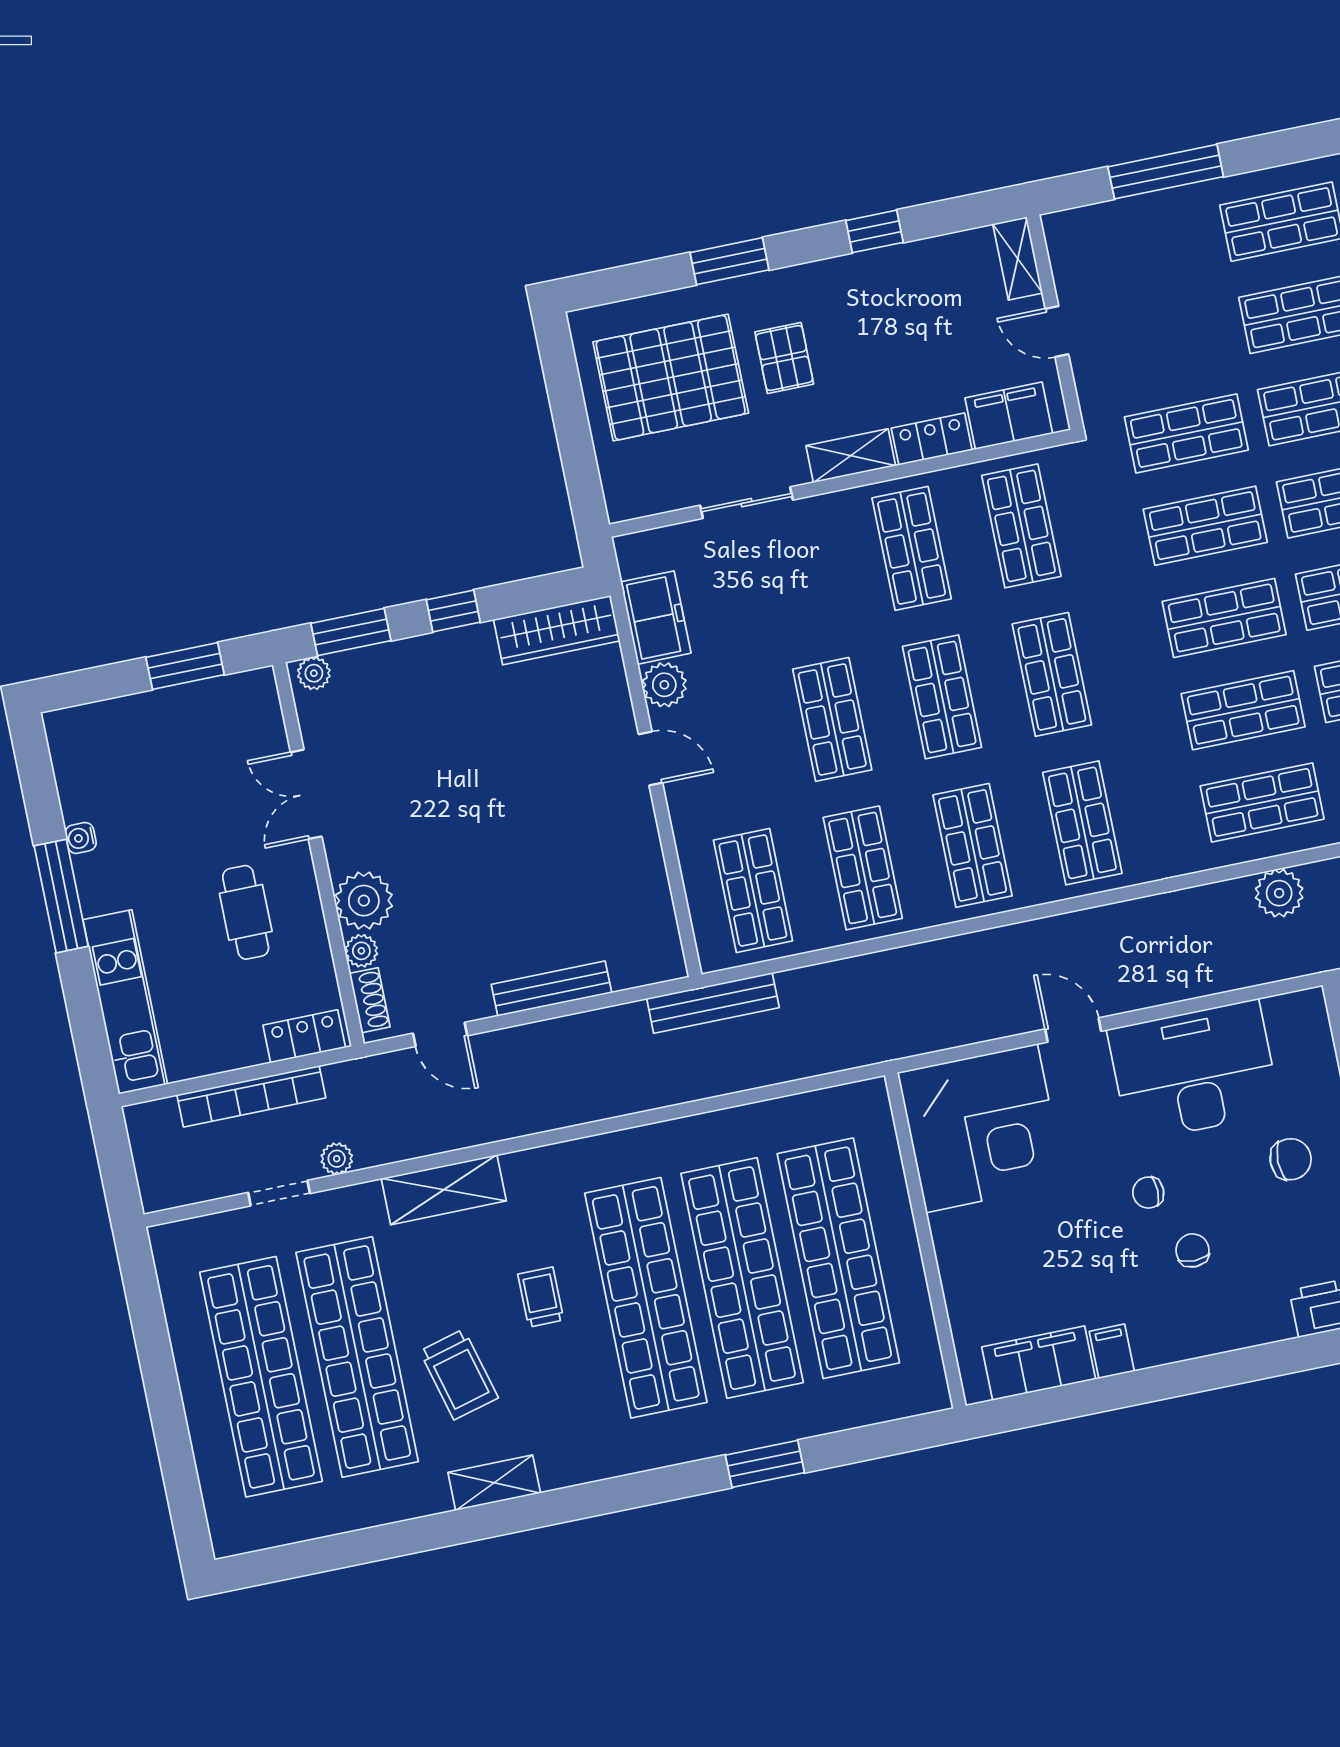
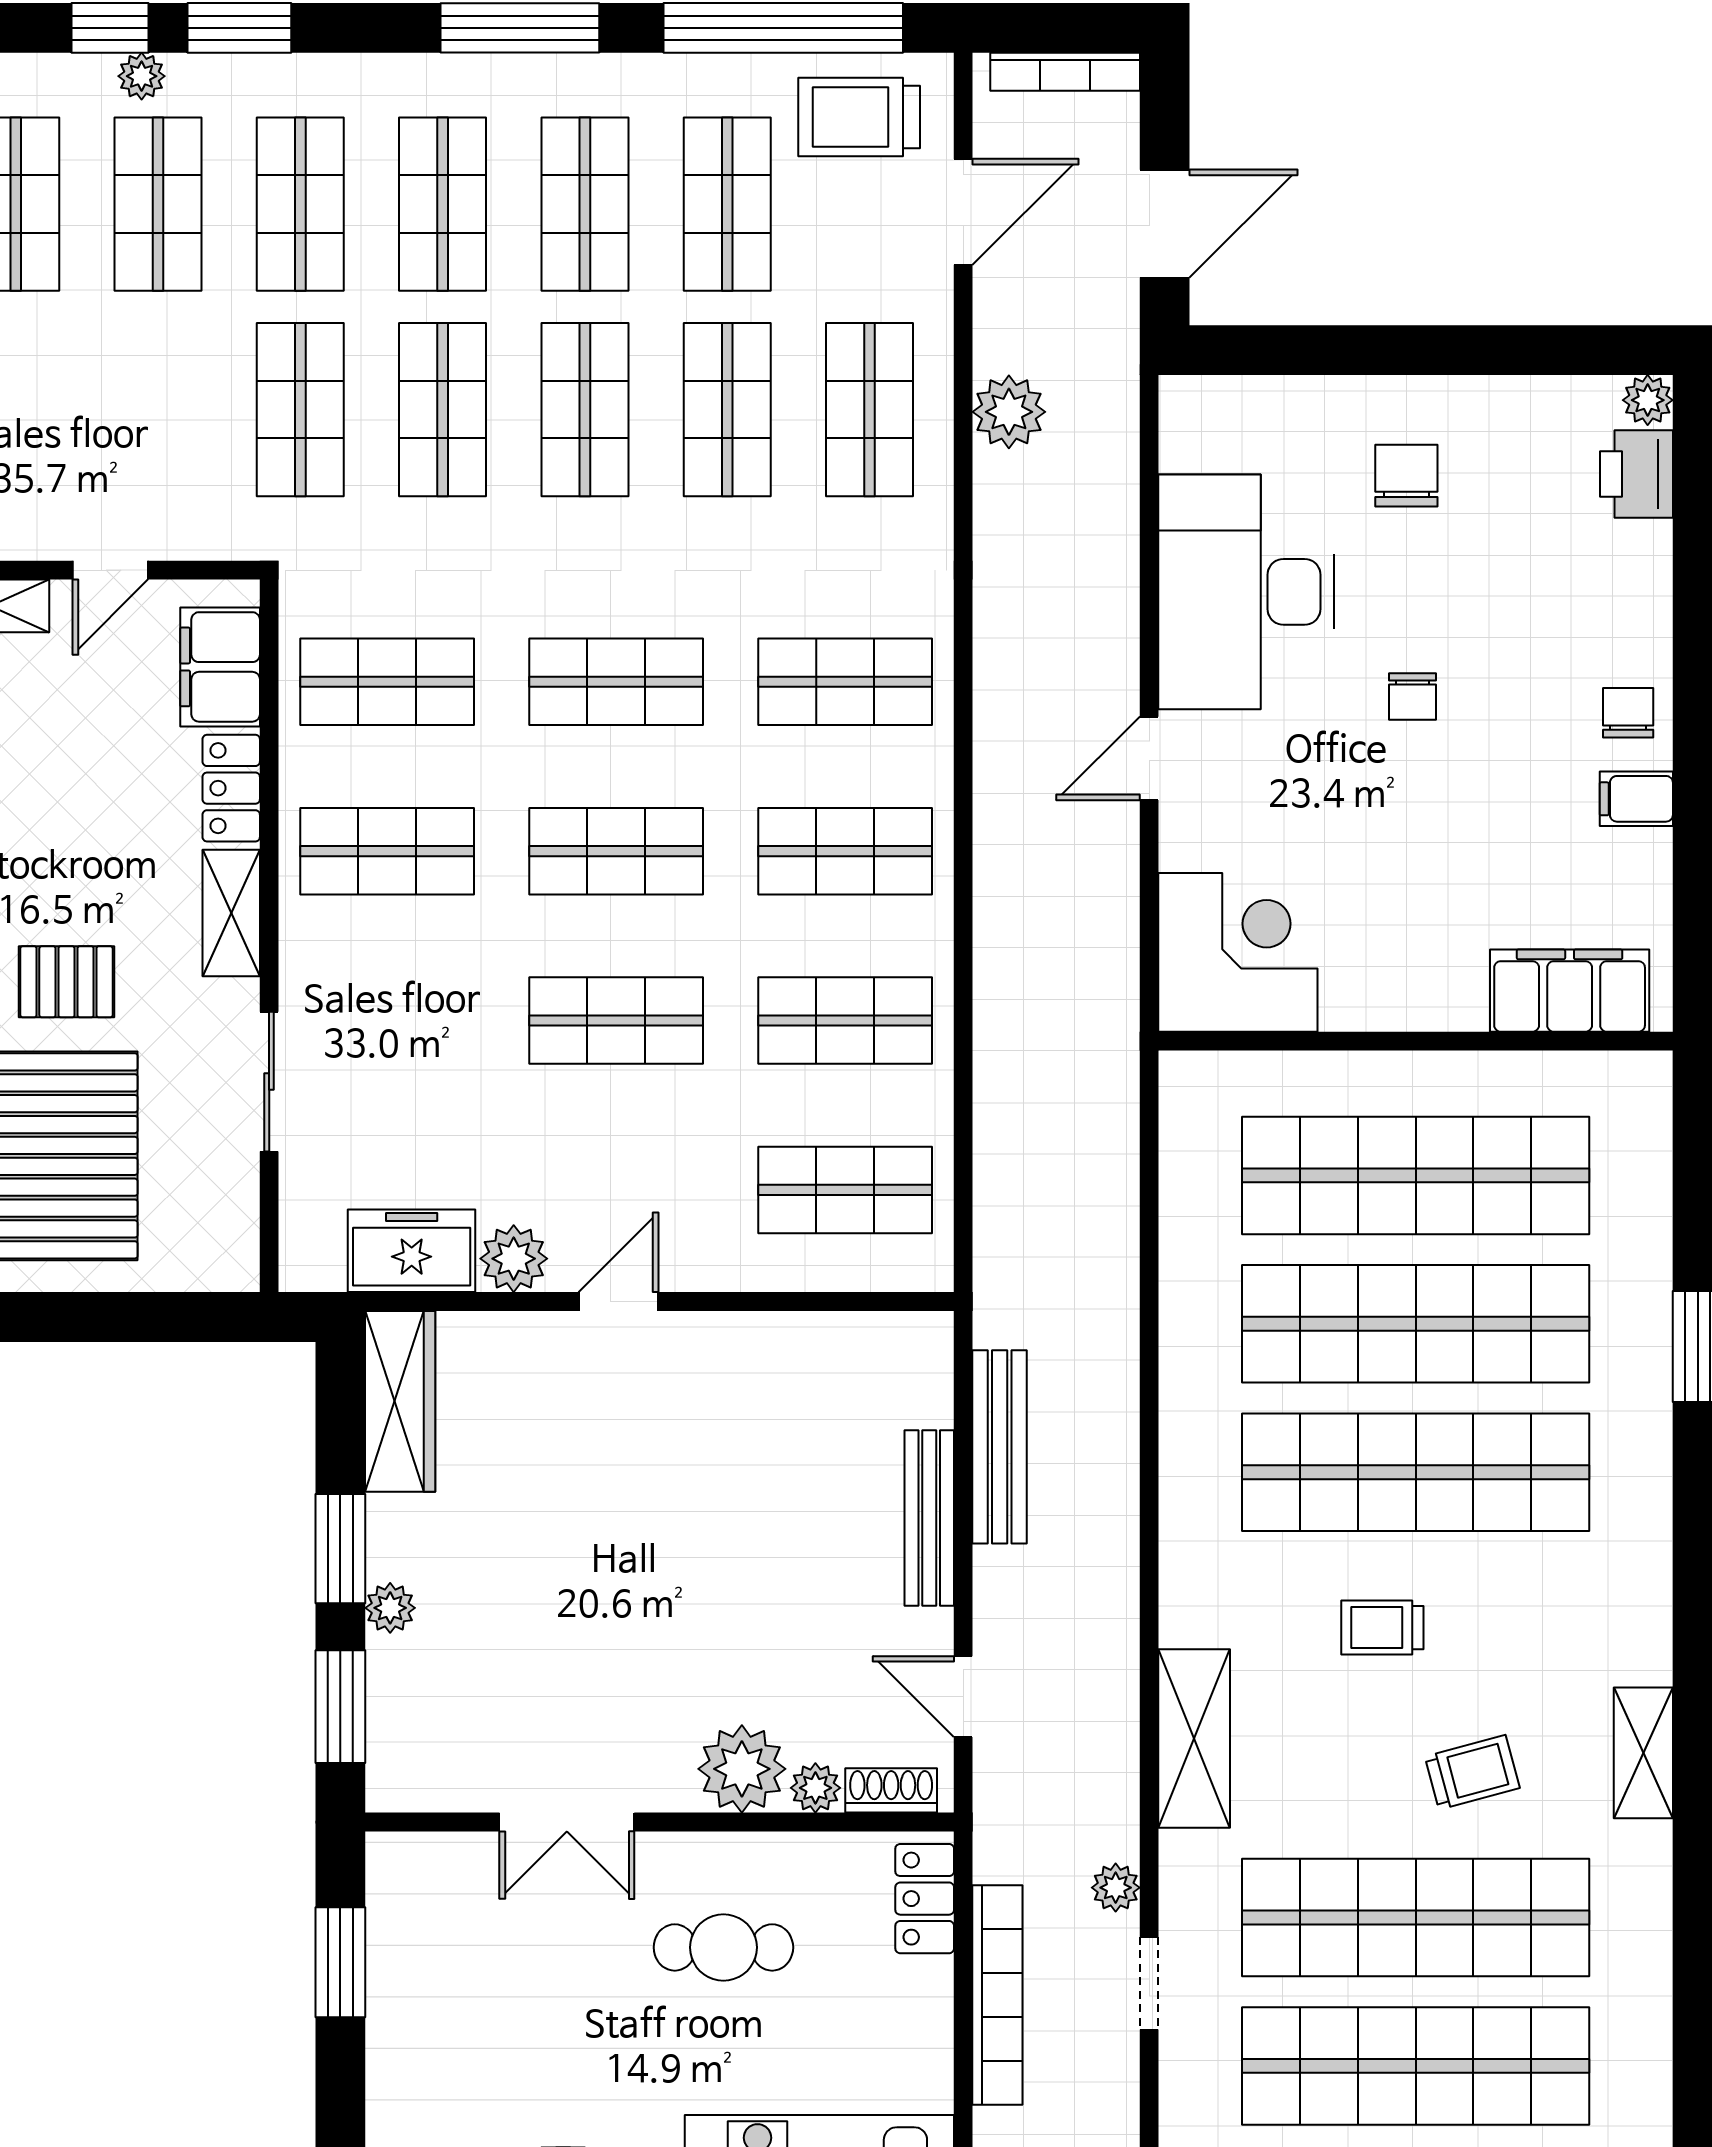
window: (453, 611) -> (340, 1549), width x1.50
plant: (314, 673) -> (390, 1608), moved
bench: (713, 1003) -> (1000, 1447), moved
door: (440, 1034) -> (963, 1697), swing flipped
corner desk: (982, 1128) -> (1238, 952), width x0.74, depth x0.74
chair: (1193, 1250) -> (1628, 713), moved, turned 90
filing cabinet: (1039, 1363) -> (1570, 991), moved, turned 90
trolley: (459, 1374) -> (1472, 1772), width x0.73, depth x0.72

